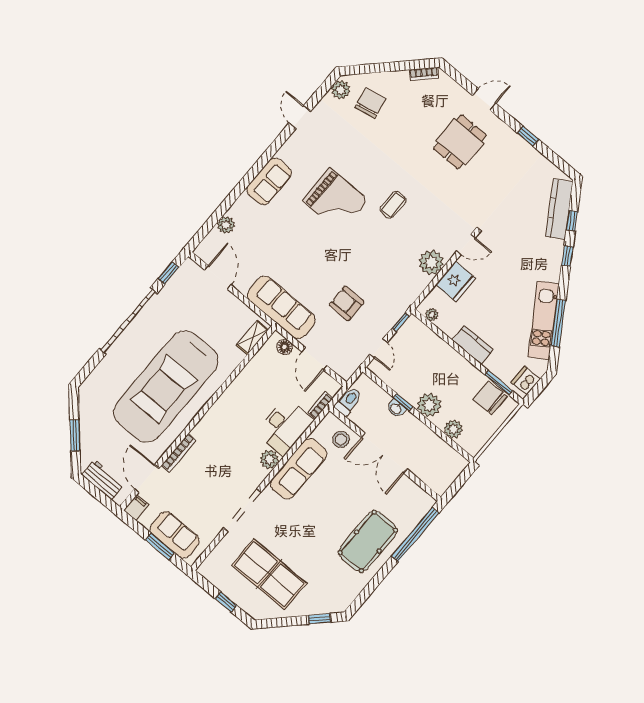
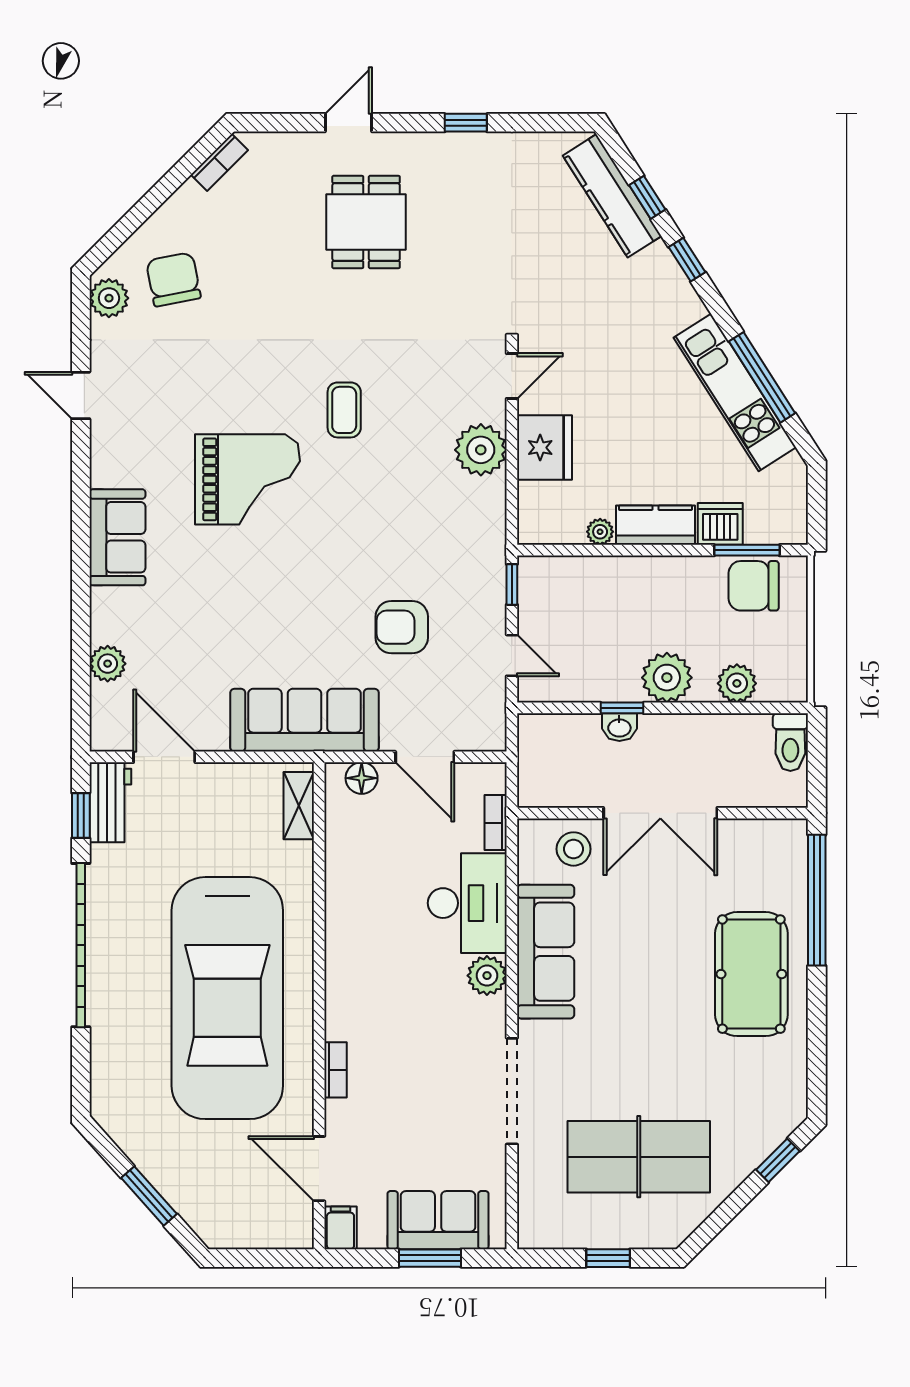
plant: (432, 315) -> (600, 532), moved
dishwasher: (526, 381) -> (720, 524), moved, turned 90
toilet: (348, 401) -> (790, 742), moved, turned 180
bookcase: (179, 453) -> (336, 1070), width x0.64
workbench: (103, 480) -> (110, 802), moved, turned 90

